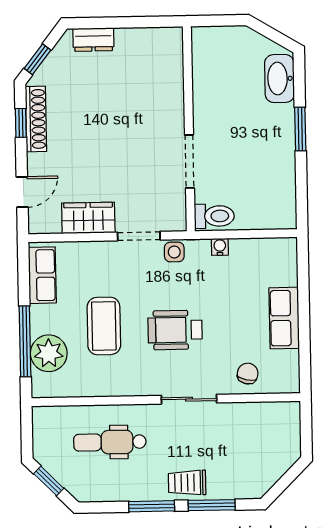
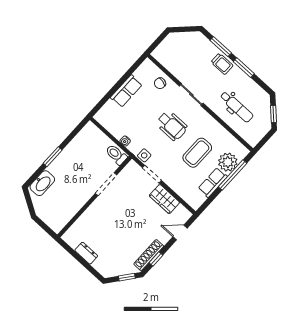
dresser: (93, 40) -> (86, 253), moved
row of seats: (42, 275) -> (213, 182), moved

